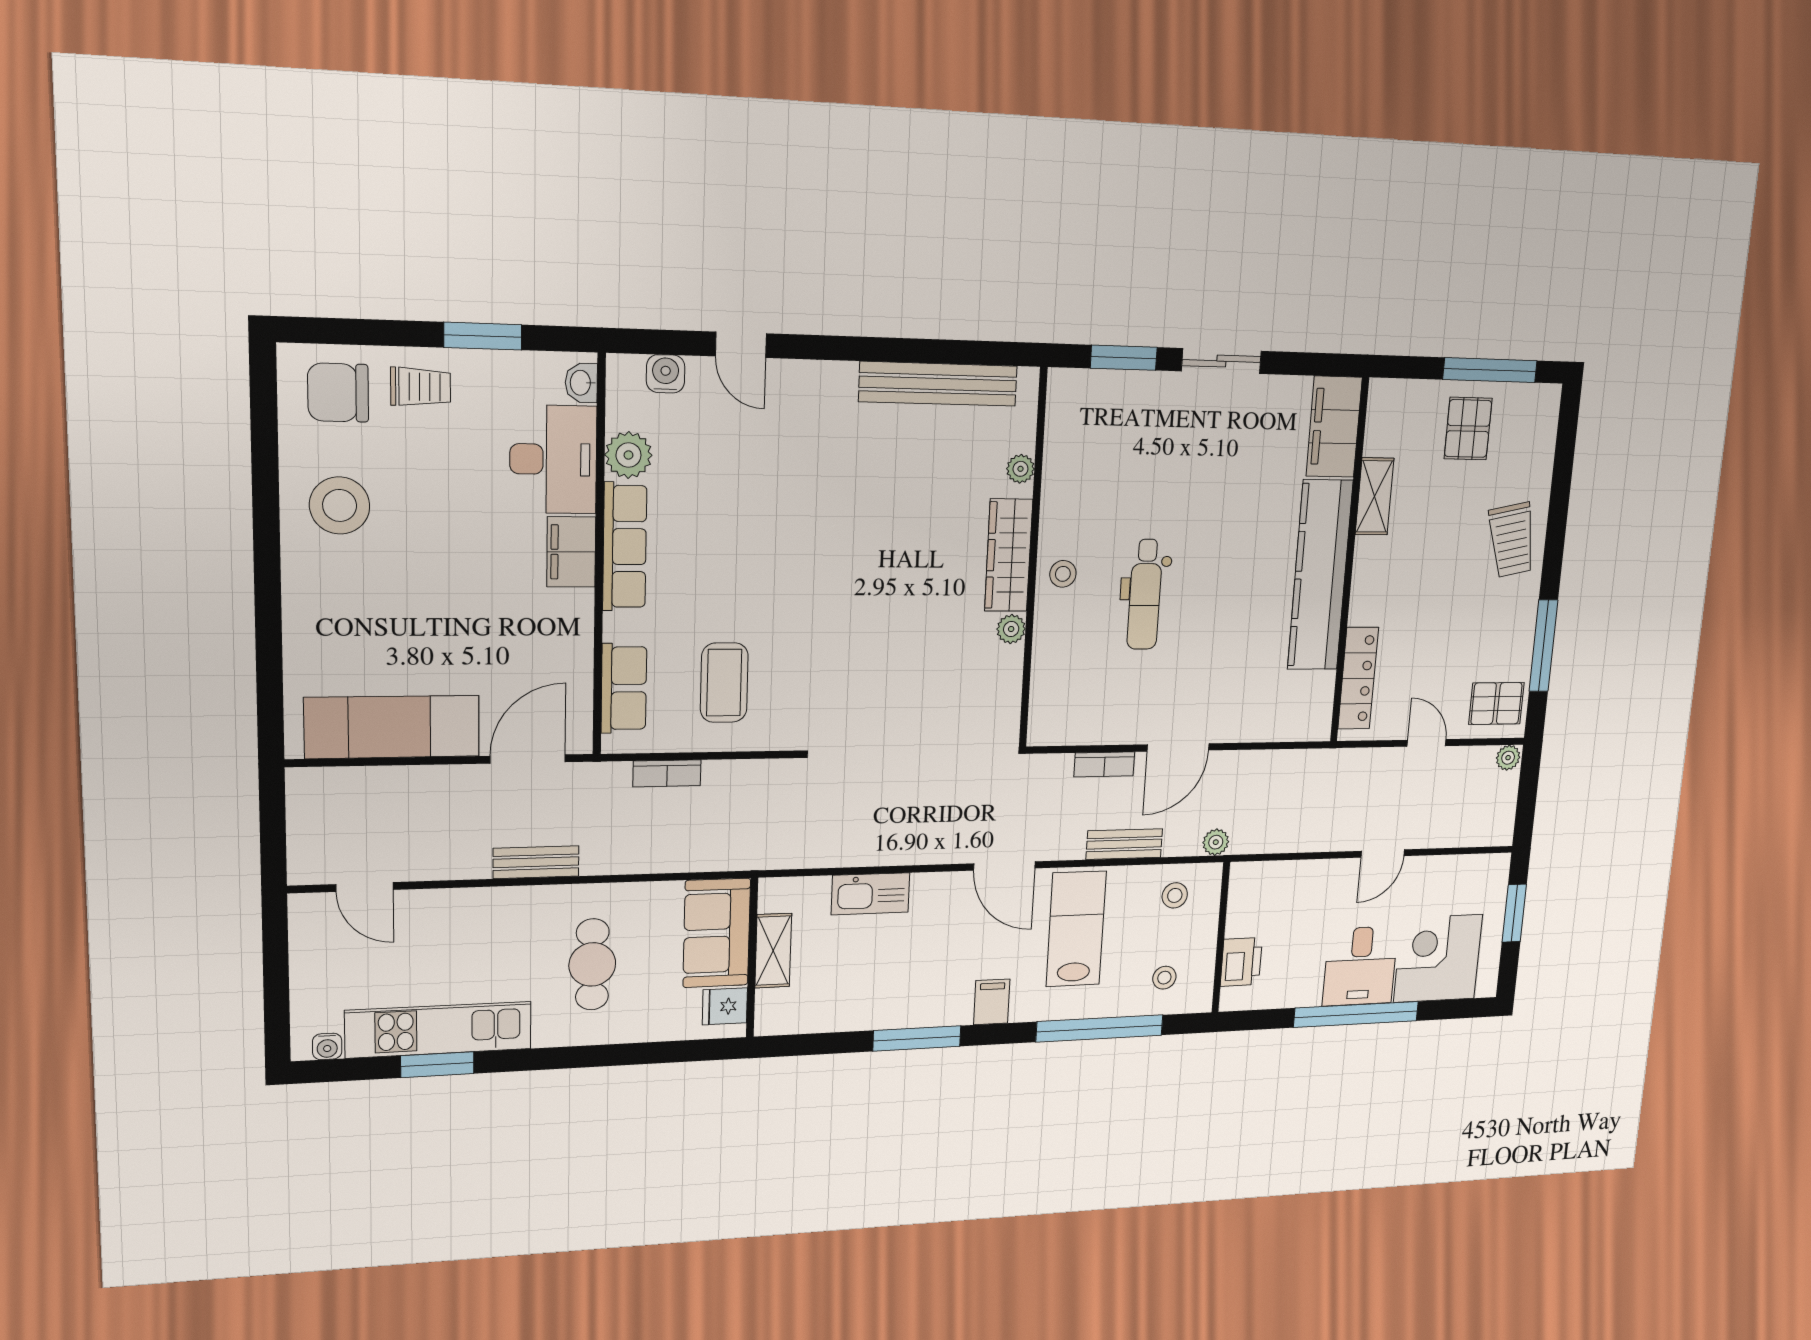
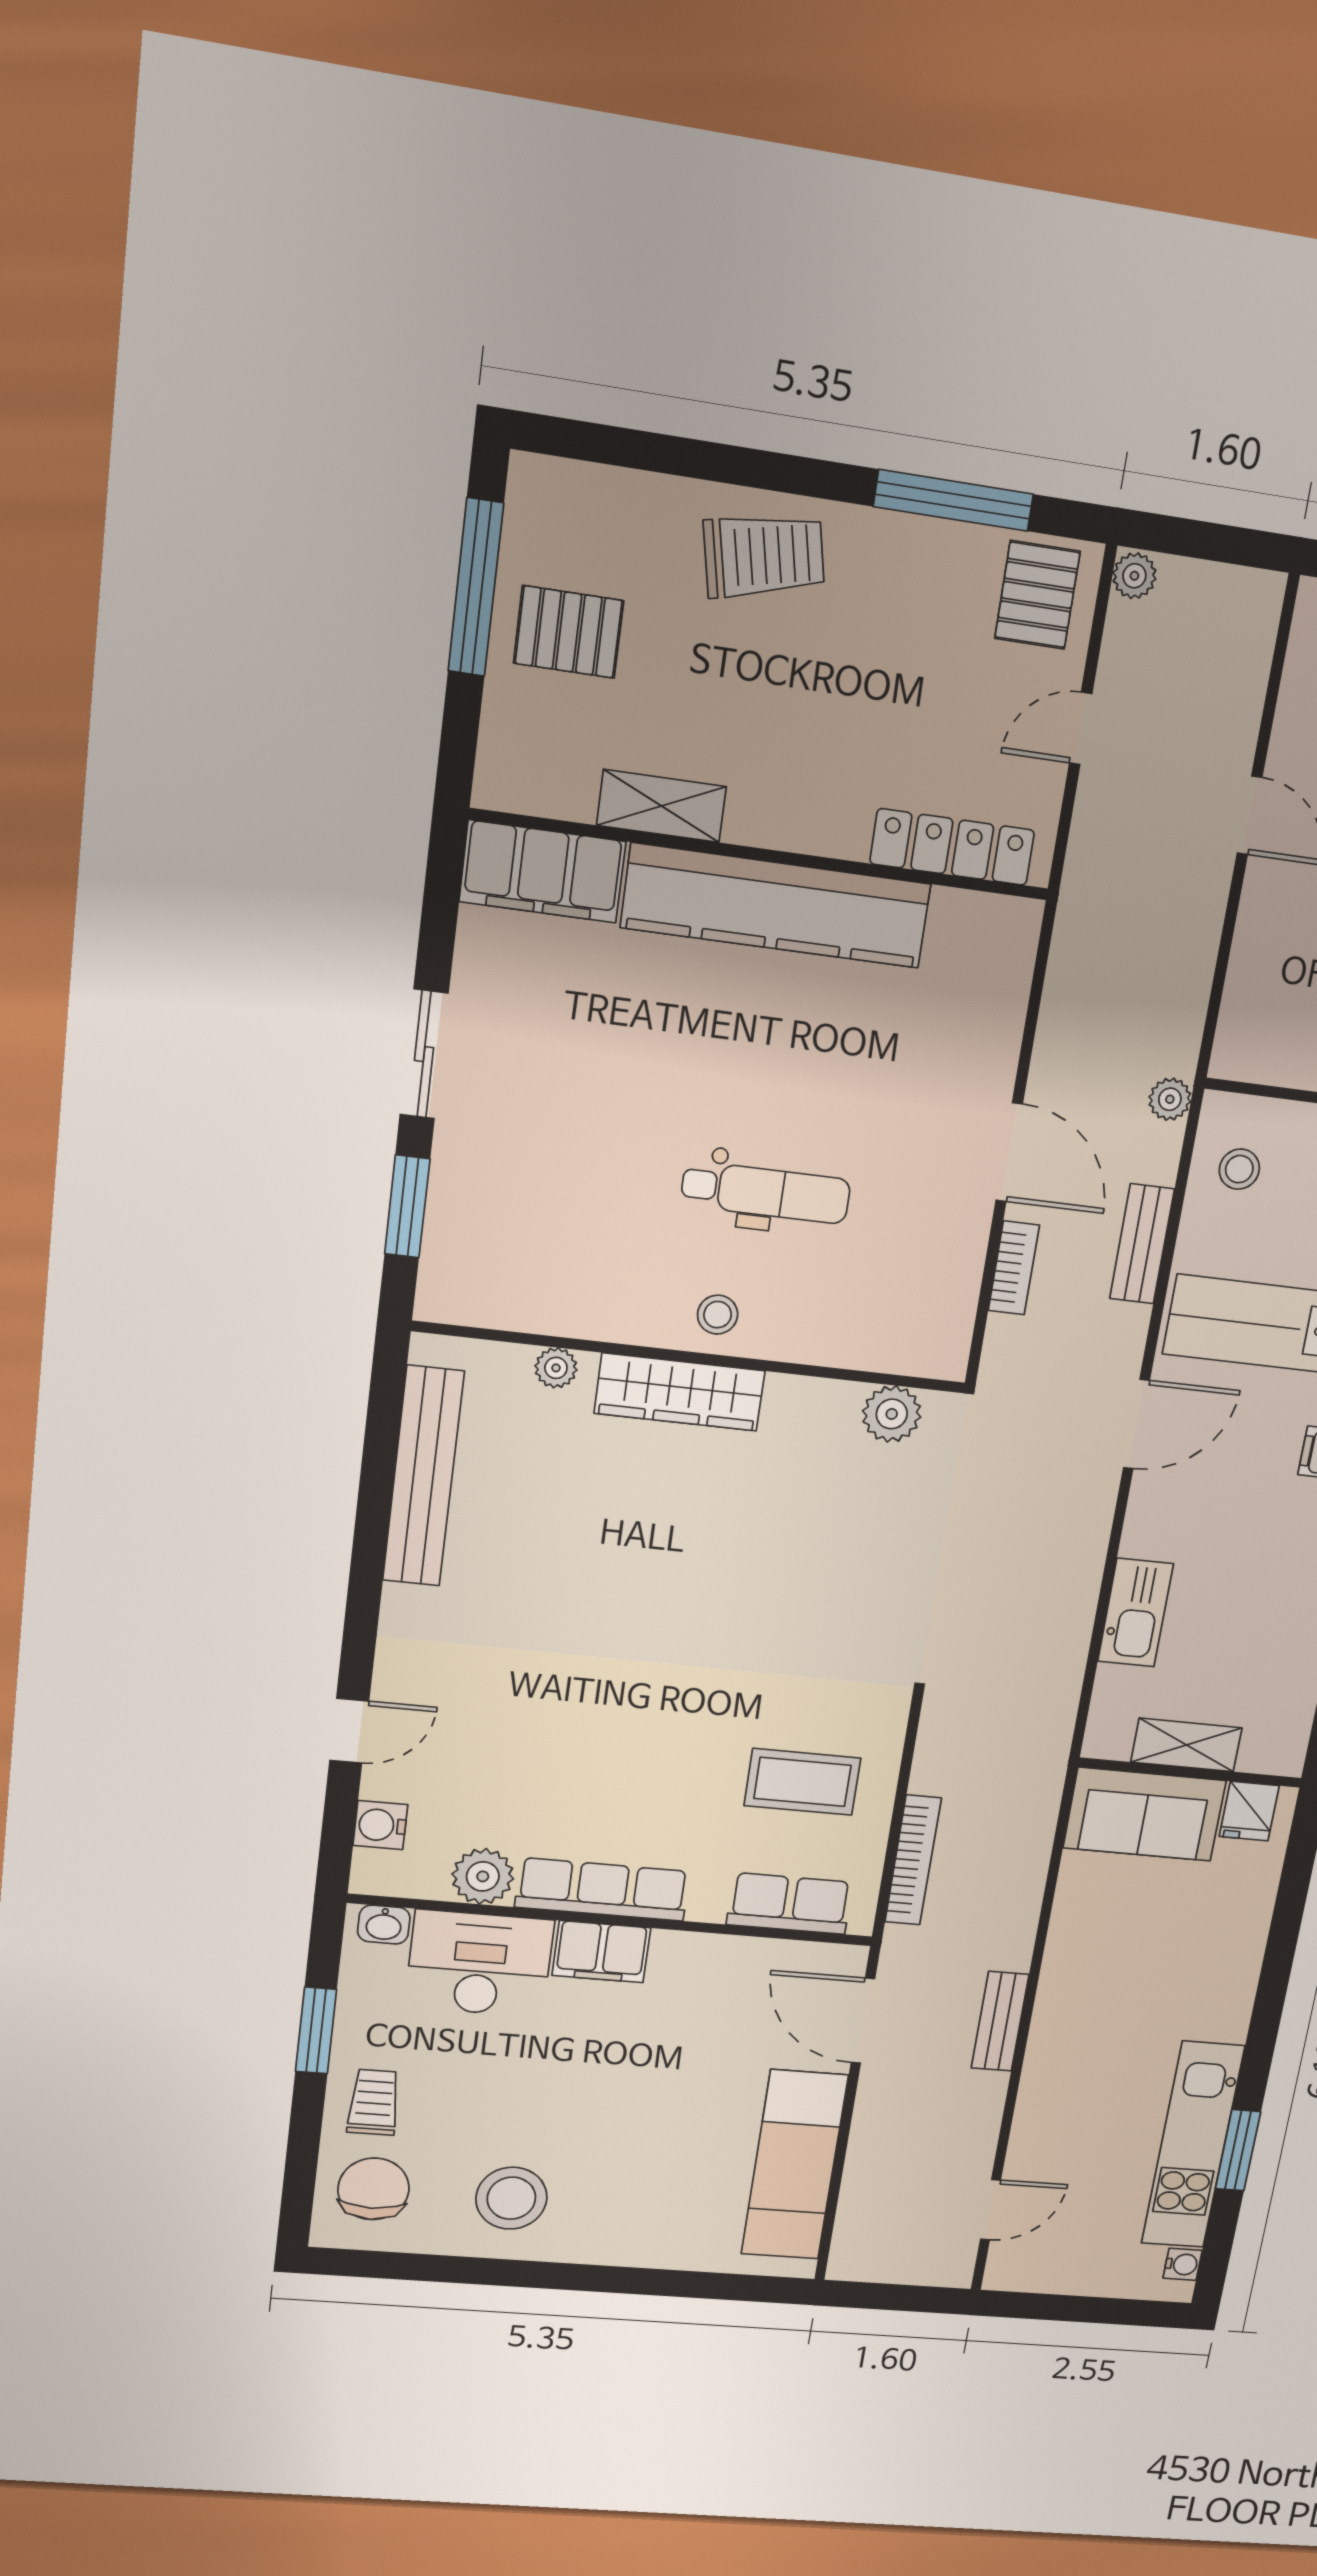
chair: (338, 393) -> (373, 2189), turned 180
plant: (1011, 629) -> (892, 1414), moved, width x1.38, depth x1.38
bookcase: (667, 773) -> (913, 1860), width x1.56
cafe table: (592, 964) -> (1151, 1967), removed

